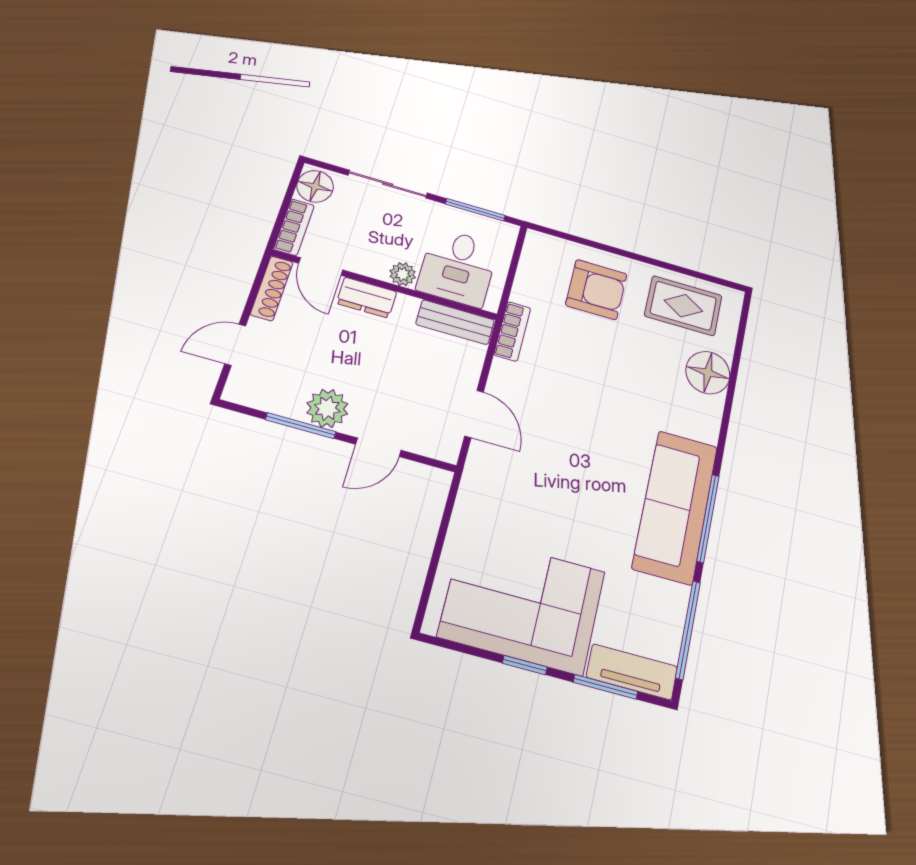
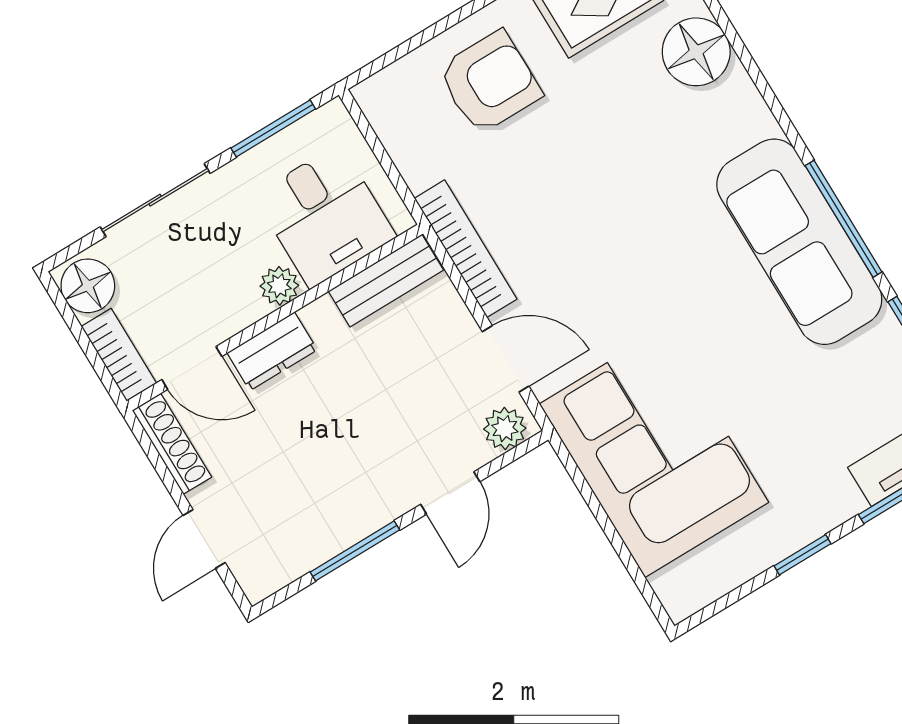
bookcase: (512, 331) -> (466, 249), width x1.56
plant: (327, 408) -> (505, 429), moved, width x0.73, depth x0.73
corner sofa: (522, 604) -> (654, 453), moved, turned 90

